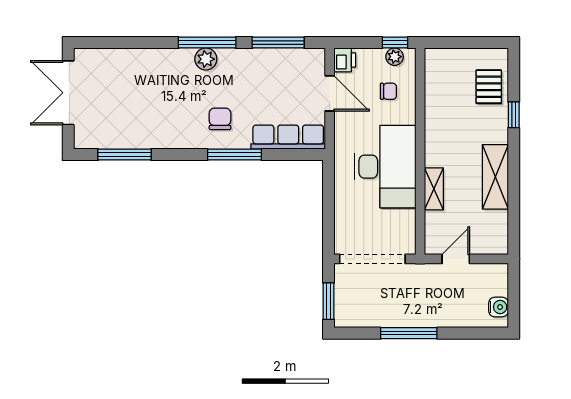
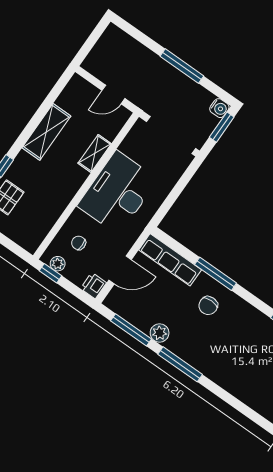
plant: (206, 59) -> (160, 333), moved
door: (330, 93) -> (120, 270), swing flipped
water cooler: (499, 307) -> (219, 108), moved, turned 180

